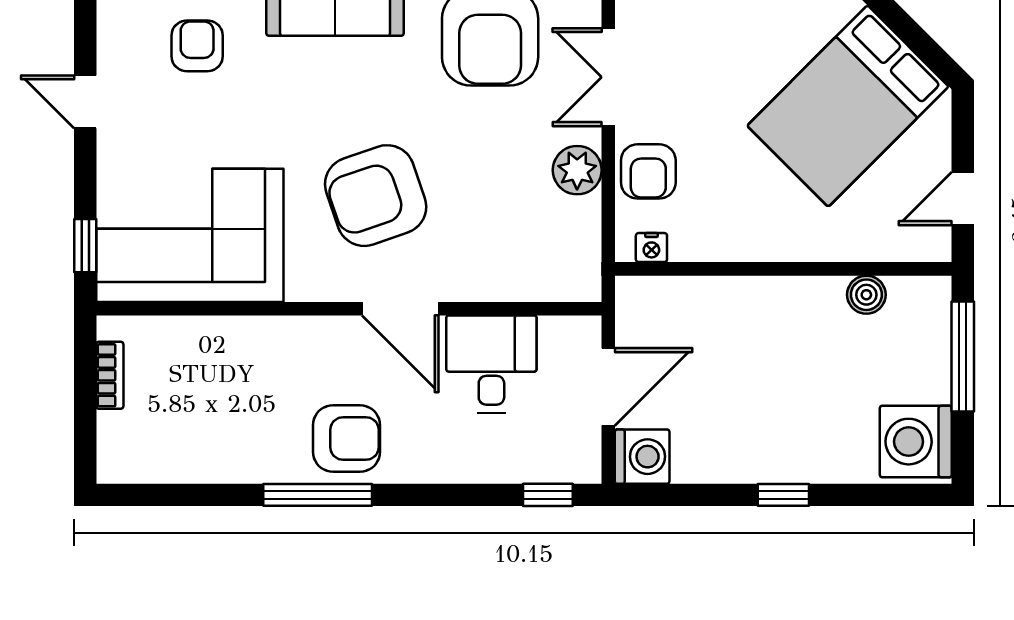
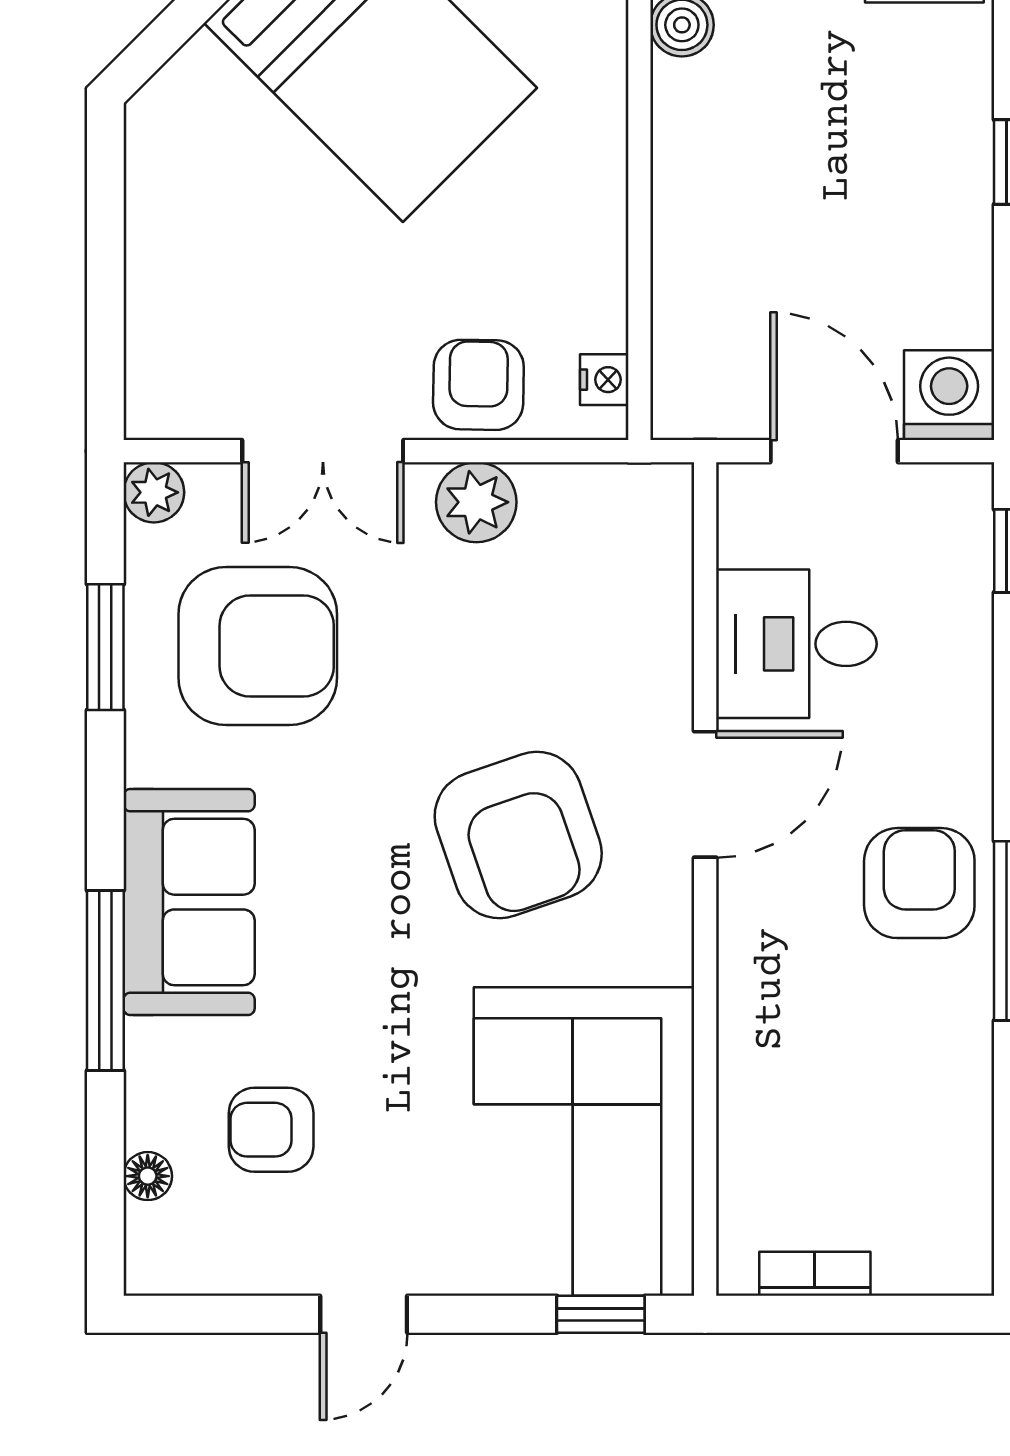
armchair: (648, 171) -> (478, 385), turned -89

